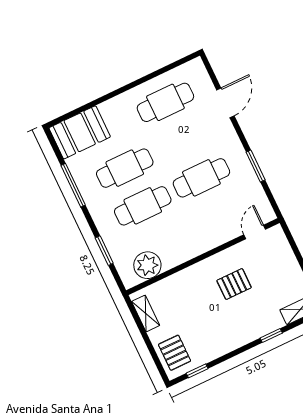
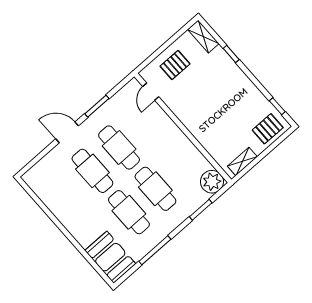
cafe table: (165, 102) -> (92, 171), moved
door: (225, 103) -> (67, 132), moved
door: (255, 232) -> (151, 92), hinge flipped
plant: (147, 265) -> (212, 182), moved
pallet: (234, 284) -> (175, 65), moved, turned 90

